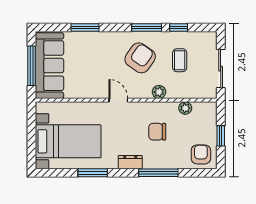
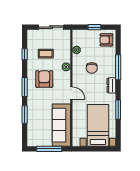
window: (147, 27) -> (25, 87), moved
armchair: (140, 58) -> (44, 79), turned 55
sofa: (49, 66) -> (61, 125), moved, turned -90
door: (118, 100) -> (71, 93), swing flipped

